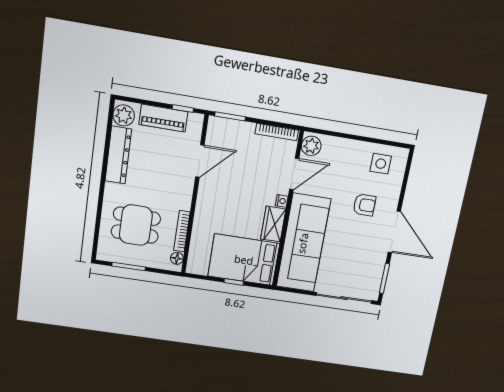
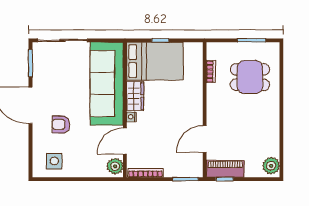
piano: (163, 118) -> (225, 169), moved
dresser: (118, 155) -> (271, 133), removed
bookcase: (182, 231) -> (211, 72), width x0.64
floor lamp: (177, 258) -> (212, 54), removed

